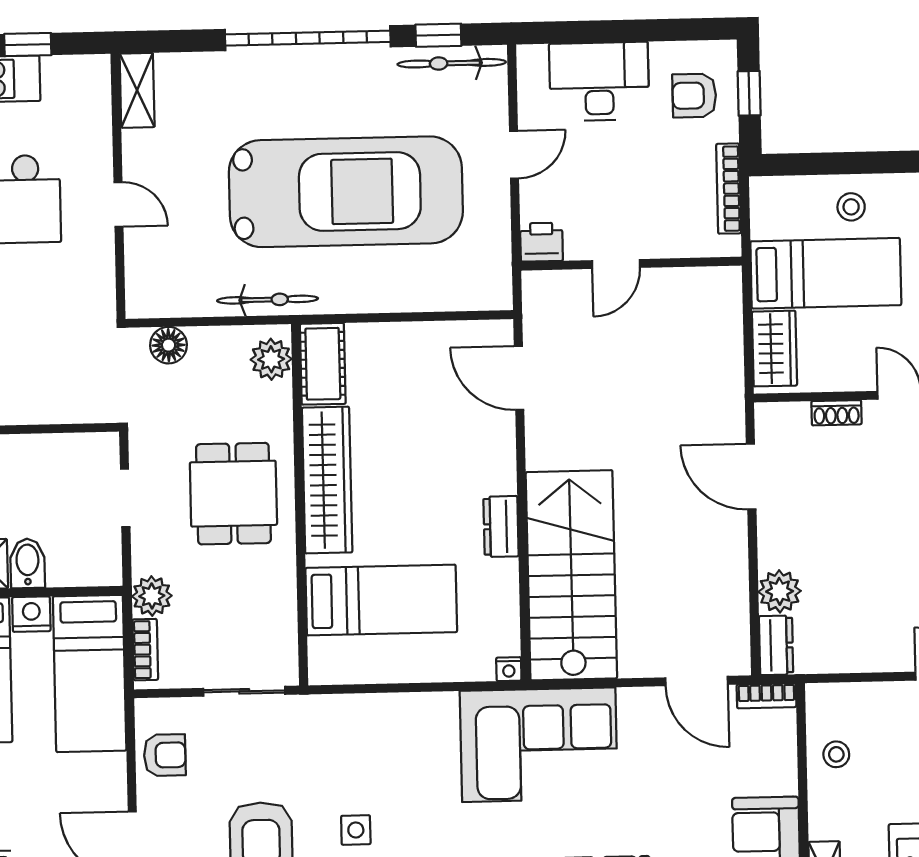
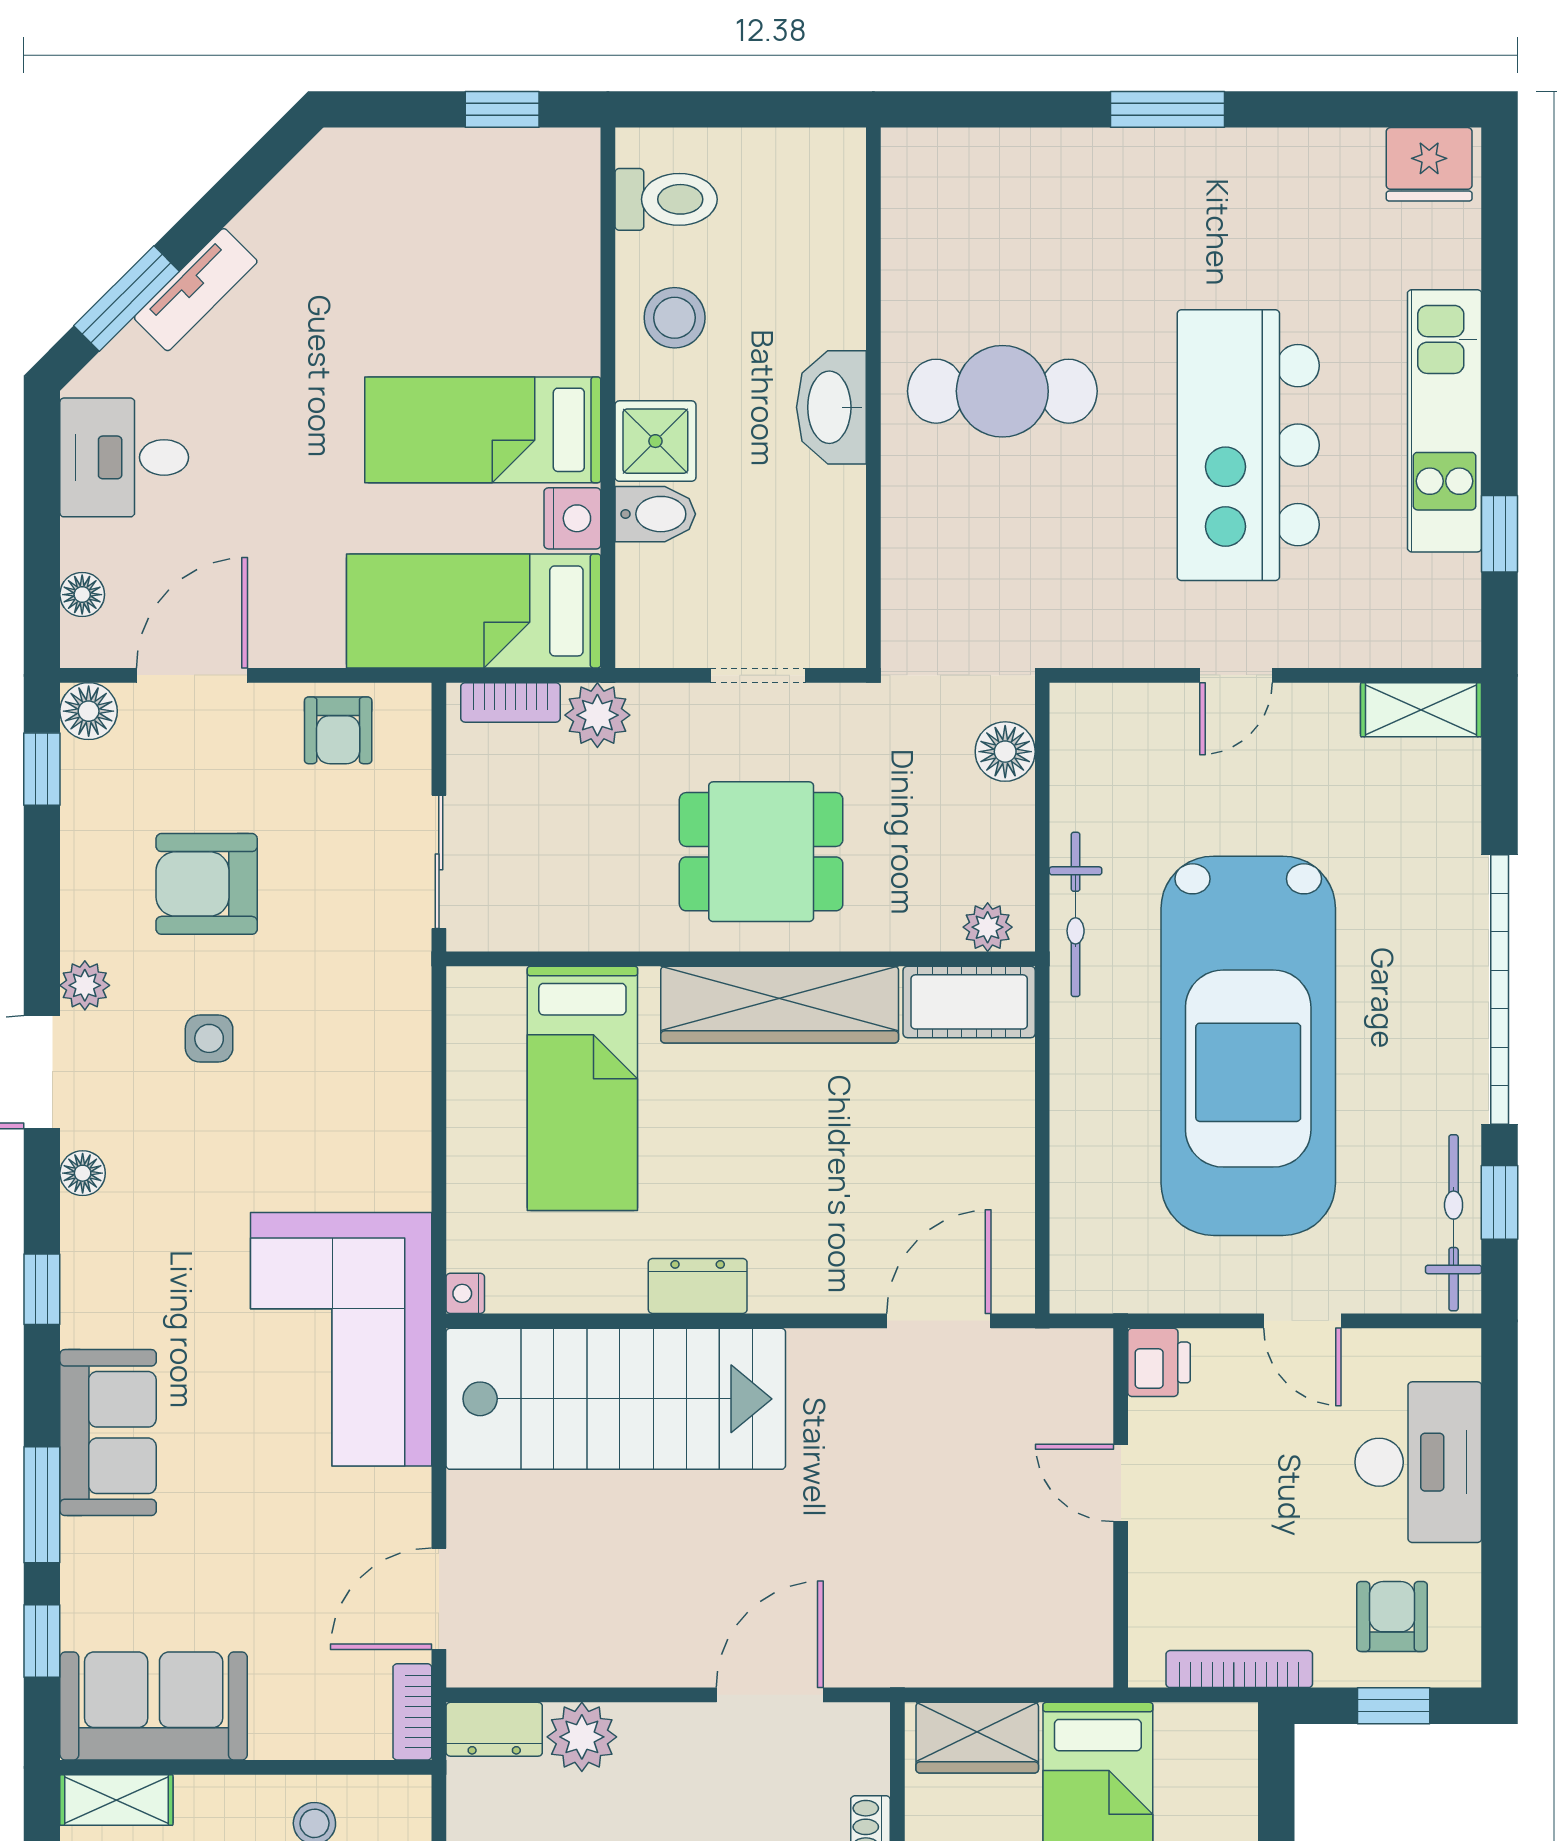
plant: (271, 359) -> (988, 927), width x0.73, depth x0.73

